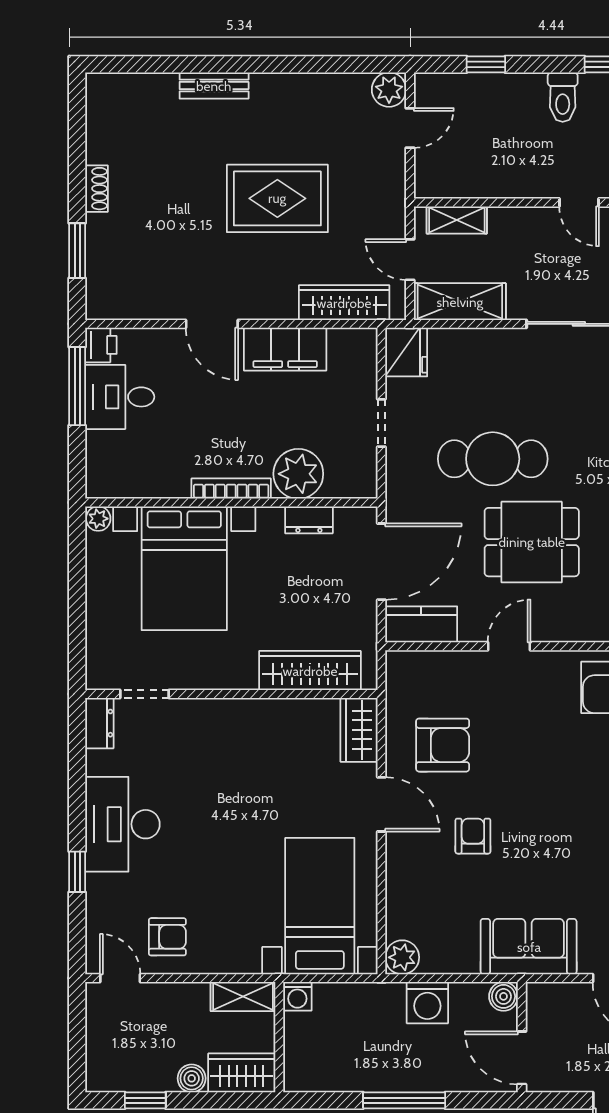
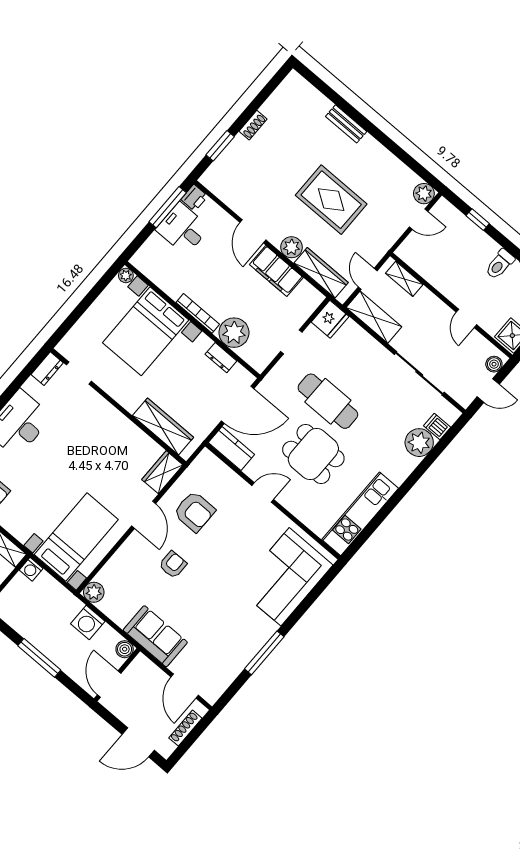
plant: (279, 302) -> (292, 247), added

